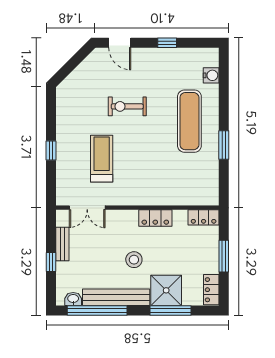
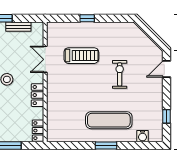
window: (167, 43) -> (166, 116), moved
window: (224, 145) -> (106, 145), moved
double door: (87, 208) -> (45, 59), moved

